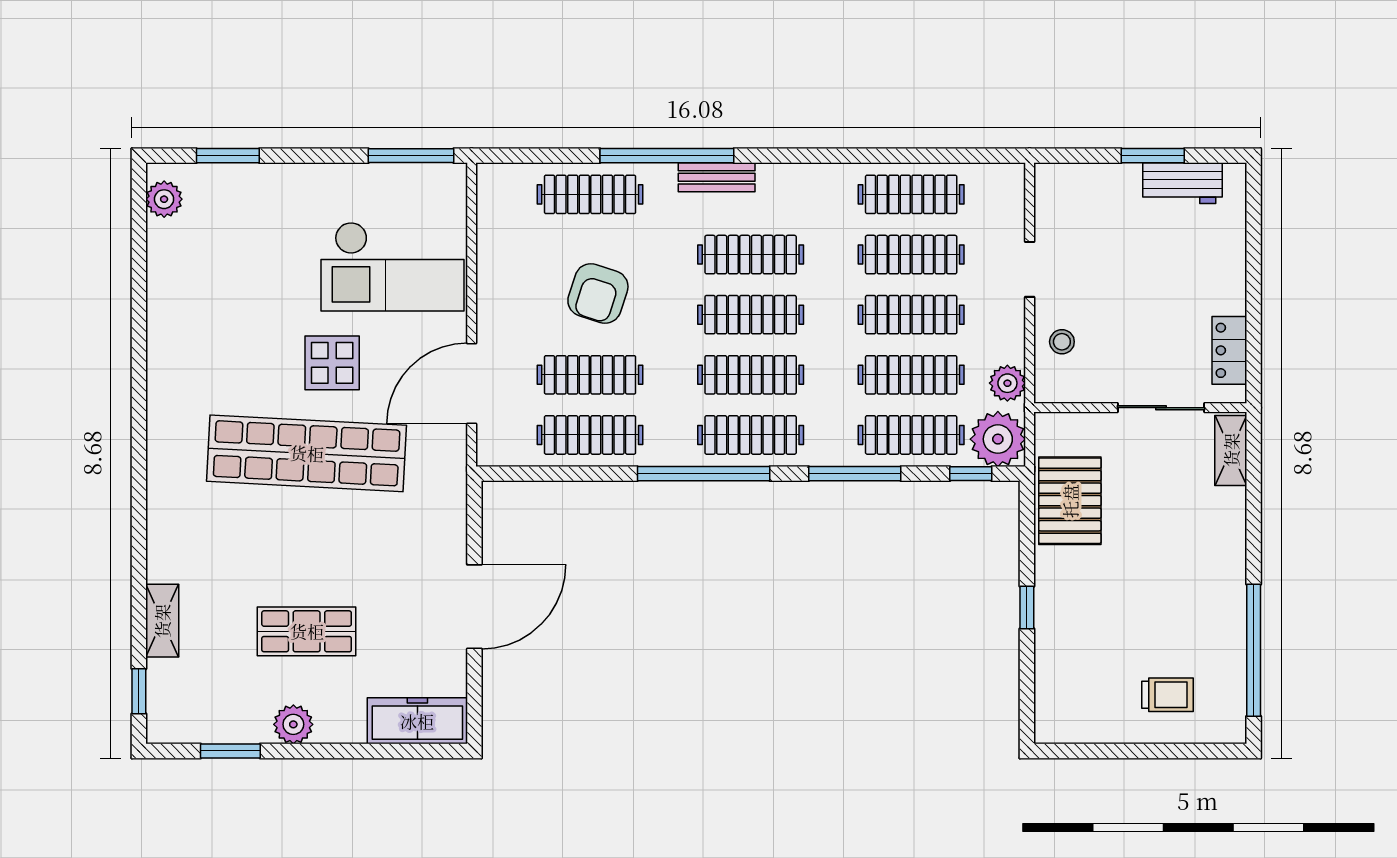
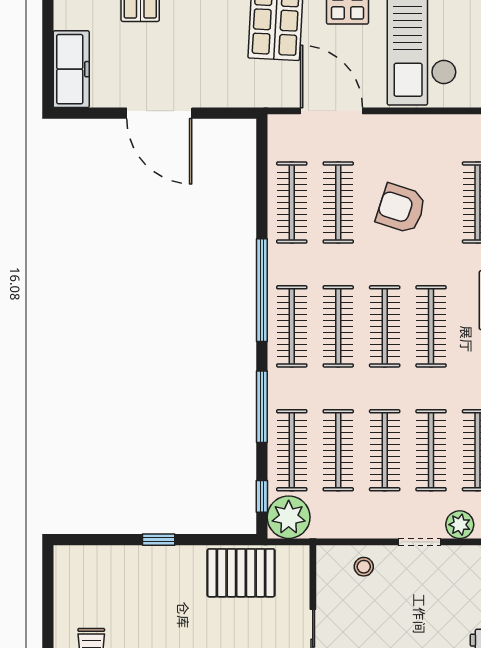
plant: (1007, 383) -> (460, 525), moved

